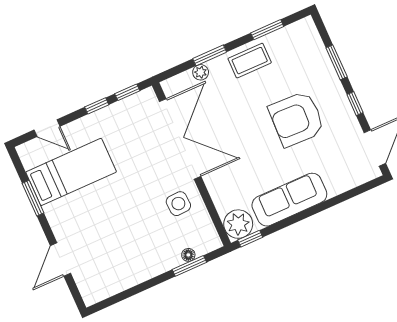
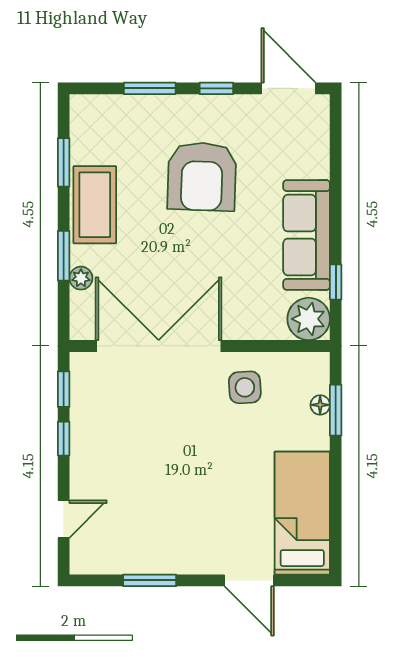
coffee table: (250, 61) -> (95, 205), width x1.36, depth x1.32
bed: (71, 172) -> (302, 513), moved
window: (250, 239) -> (336, 282), moved

